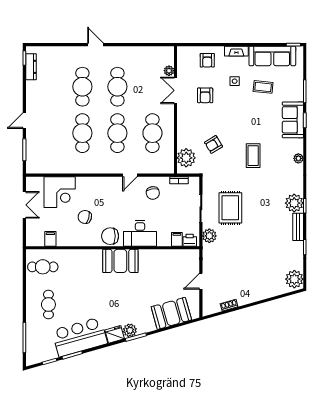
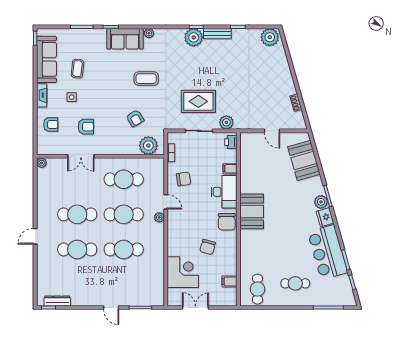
plant: (169, 71) -> (42, 163), moved
sofa: (293, 120) -> (125, 39), moved
plant: (114, 169) -> (159, 217), added
filing cabinet: (177, 239) -> (230, 169), moved

